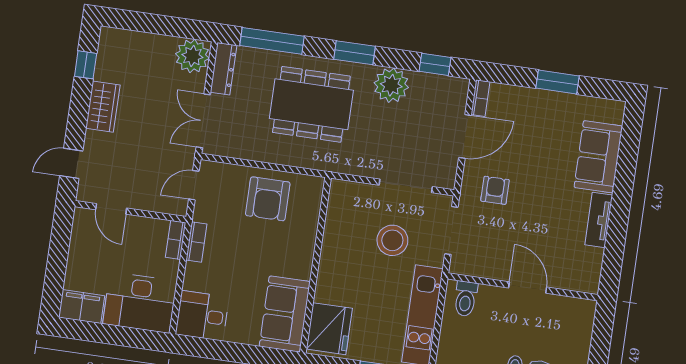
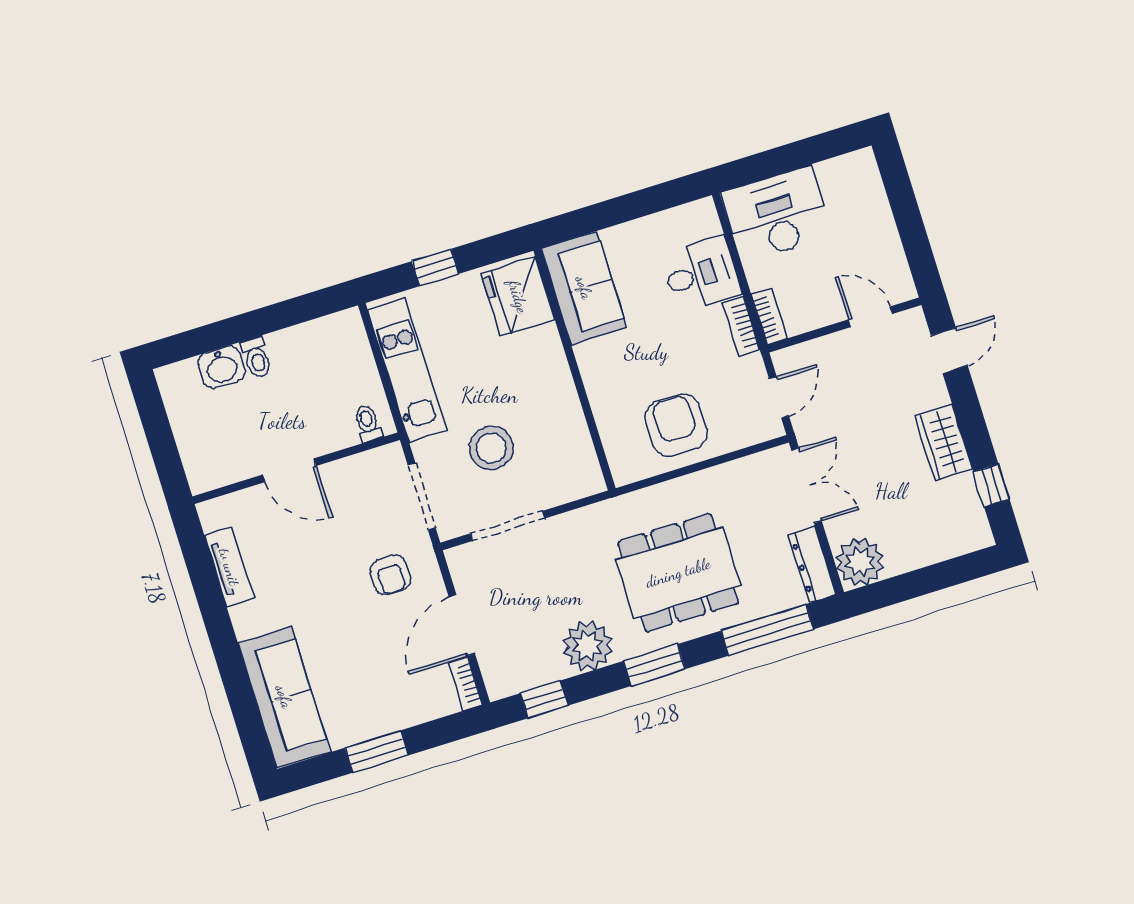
sofa: (598, 157) -> (284, 697), width x1.36
tv unit: (599, 220) -> (229, 567), moved
toilet: (466, 299) -> (368, 423), width x0.73, depth x0.72
filing cabinet: (82, 307) -> (849, 174), removed
desk: (202, 316) -> (701, 274), moved

